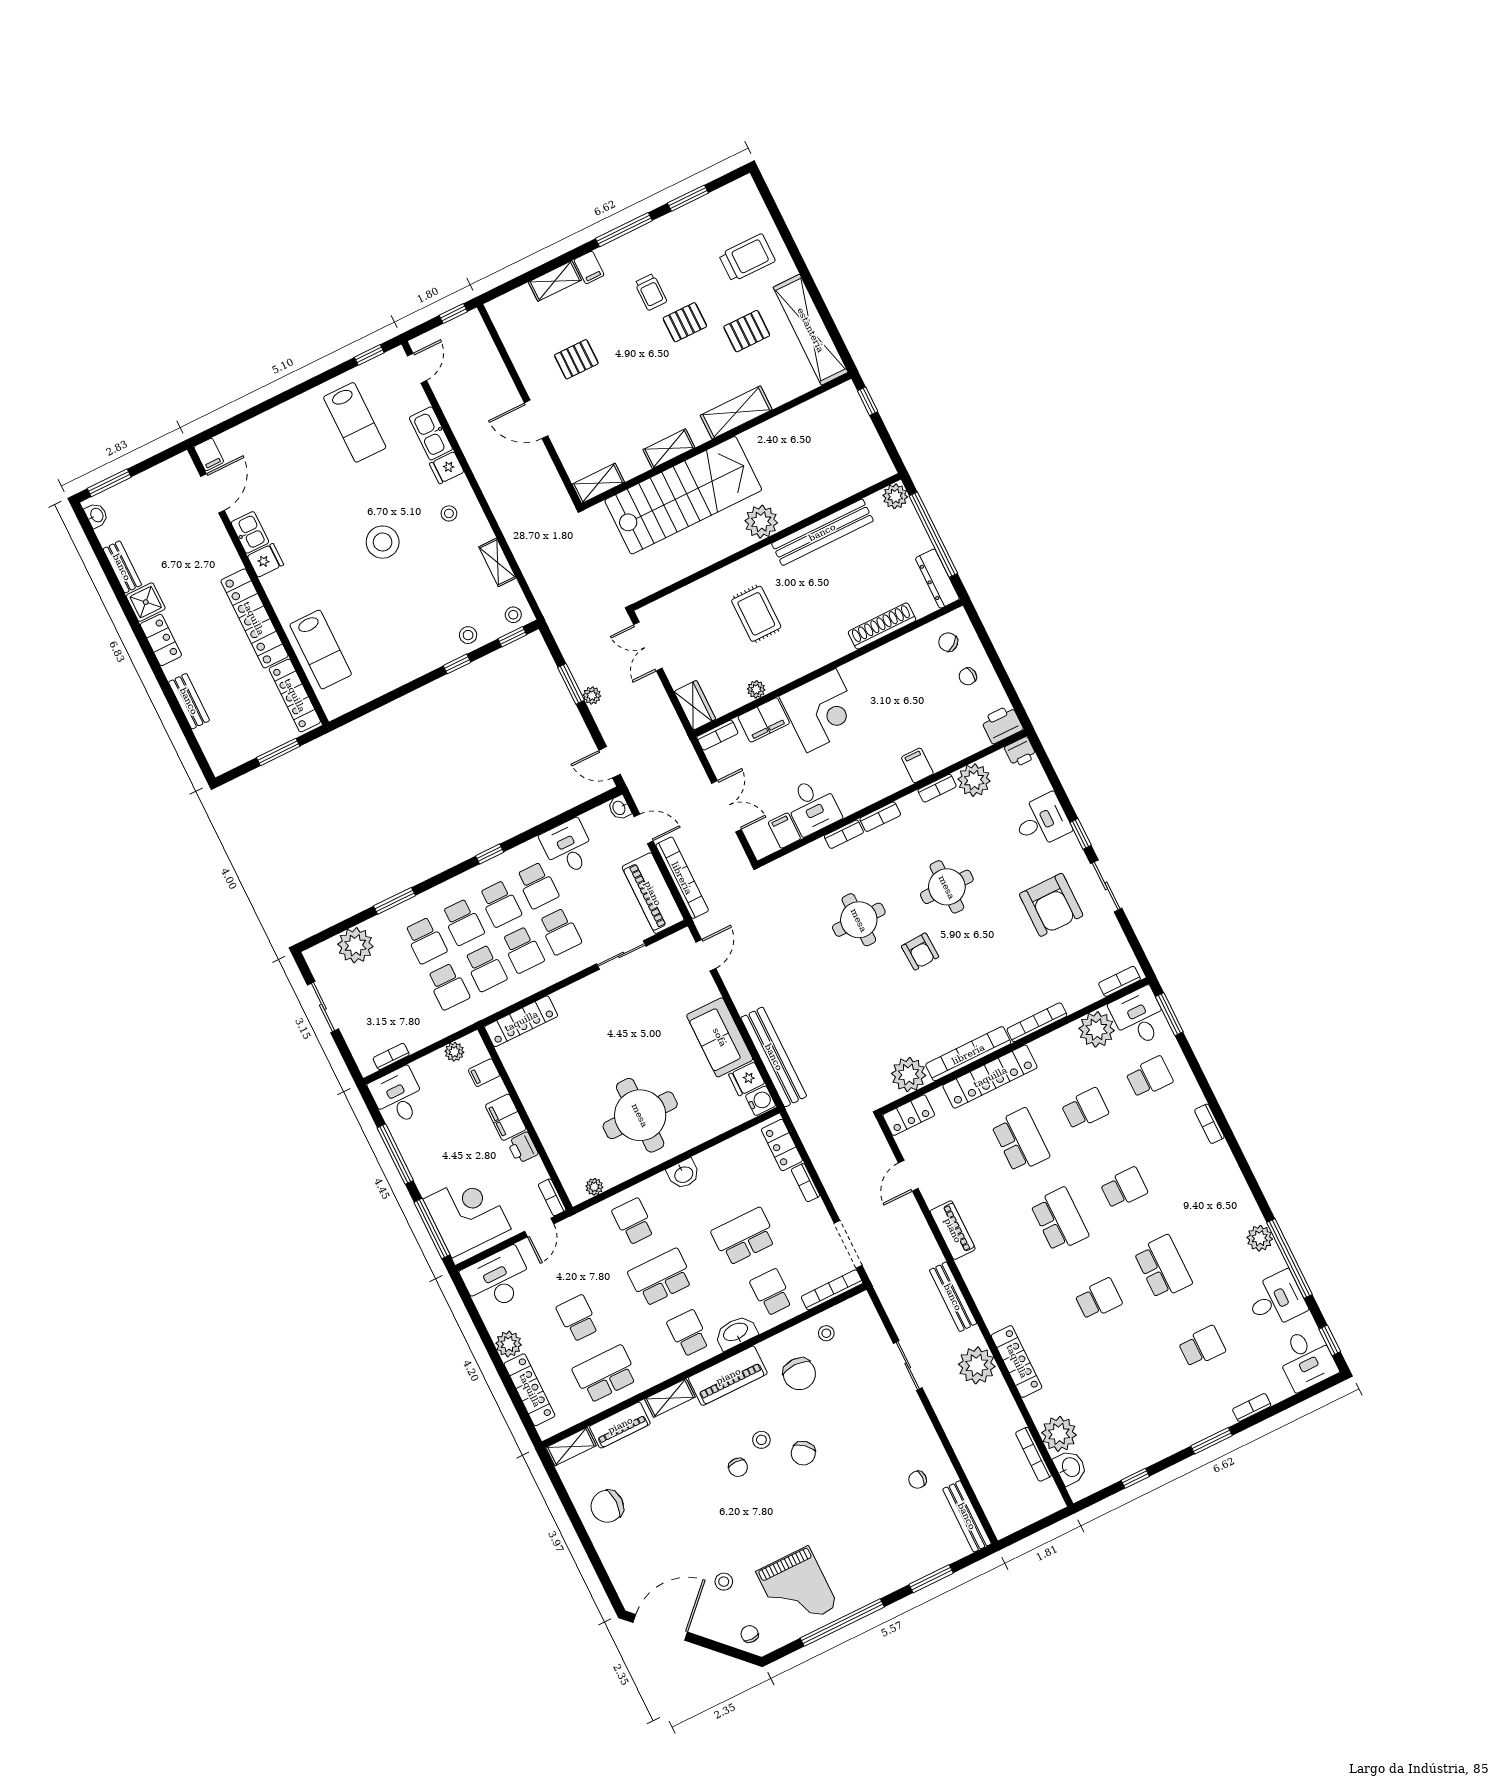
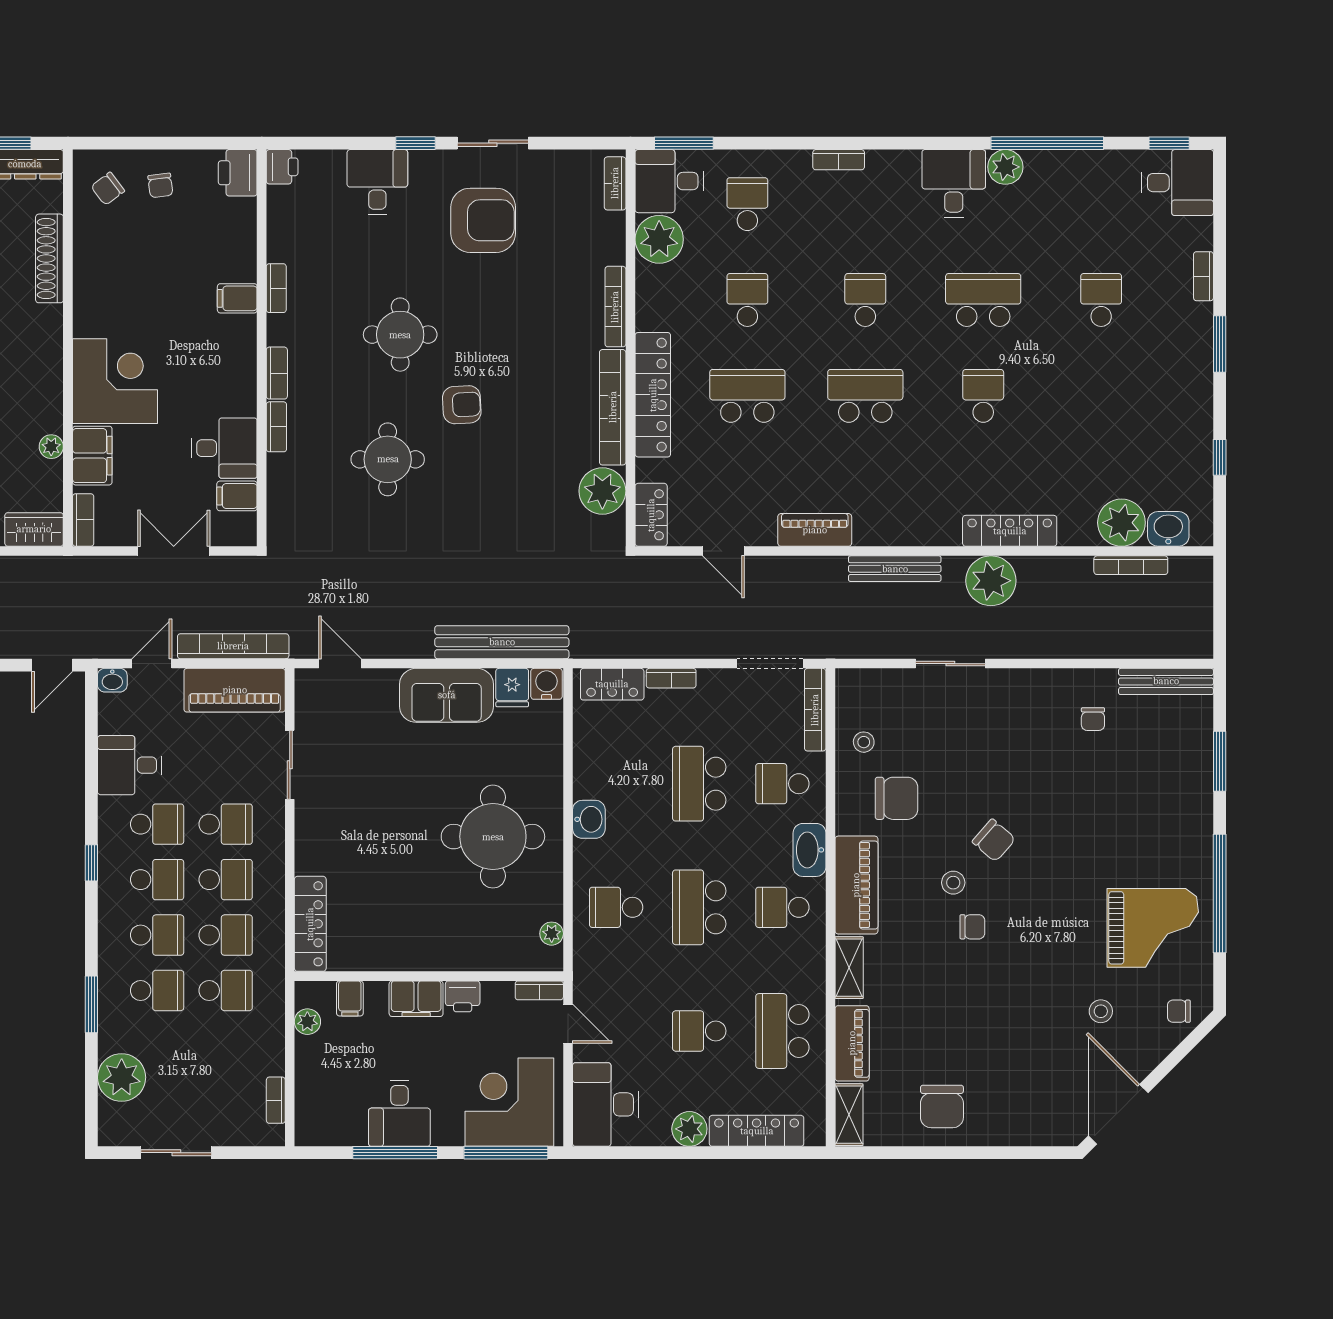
plant: (974, 780) -> (288, 239), removed
desk: (398, 1096) -> (399, 1113), moved, turned -90
desk: (1276, 1300) -> (954, 184), moved

